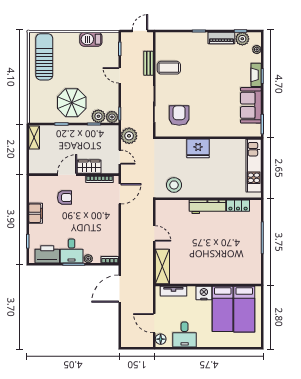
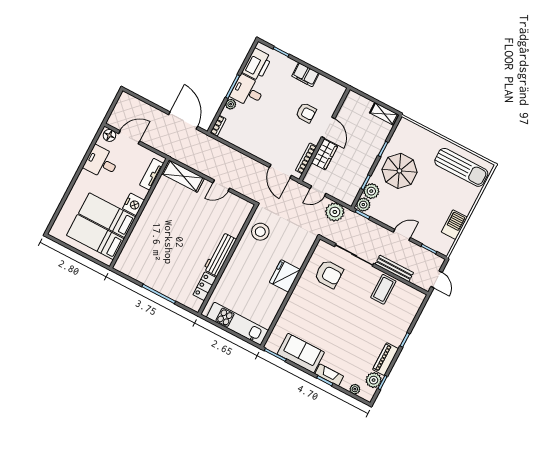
bench: (148, 63) -> (394, 268), width x1.36
armchair: (65, 198) -> (306, 113), turned -90

